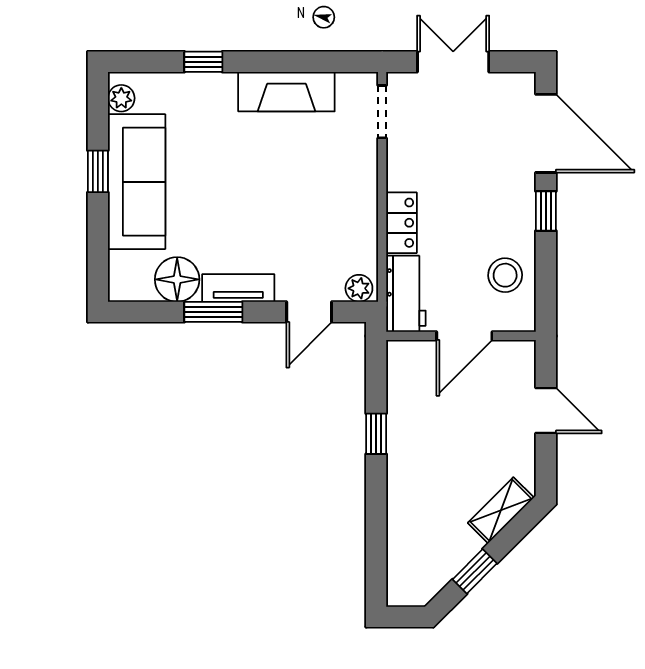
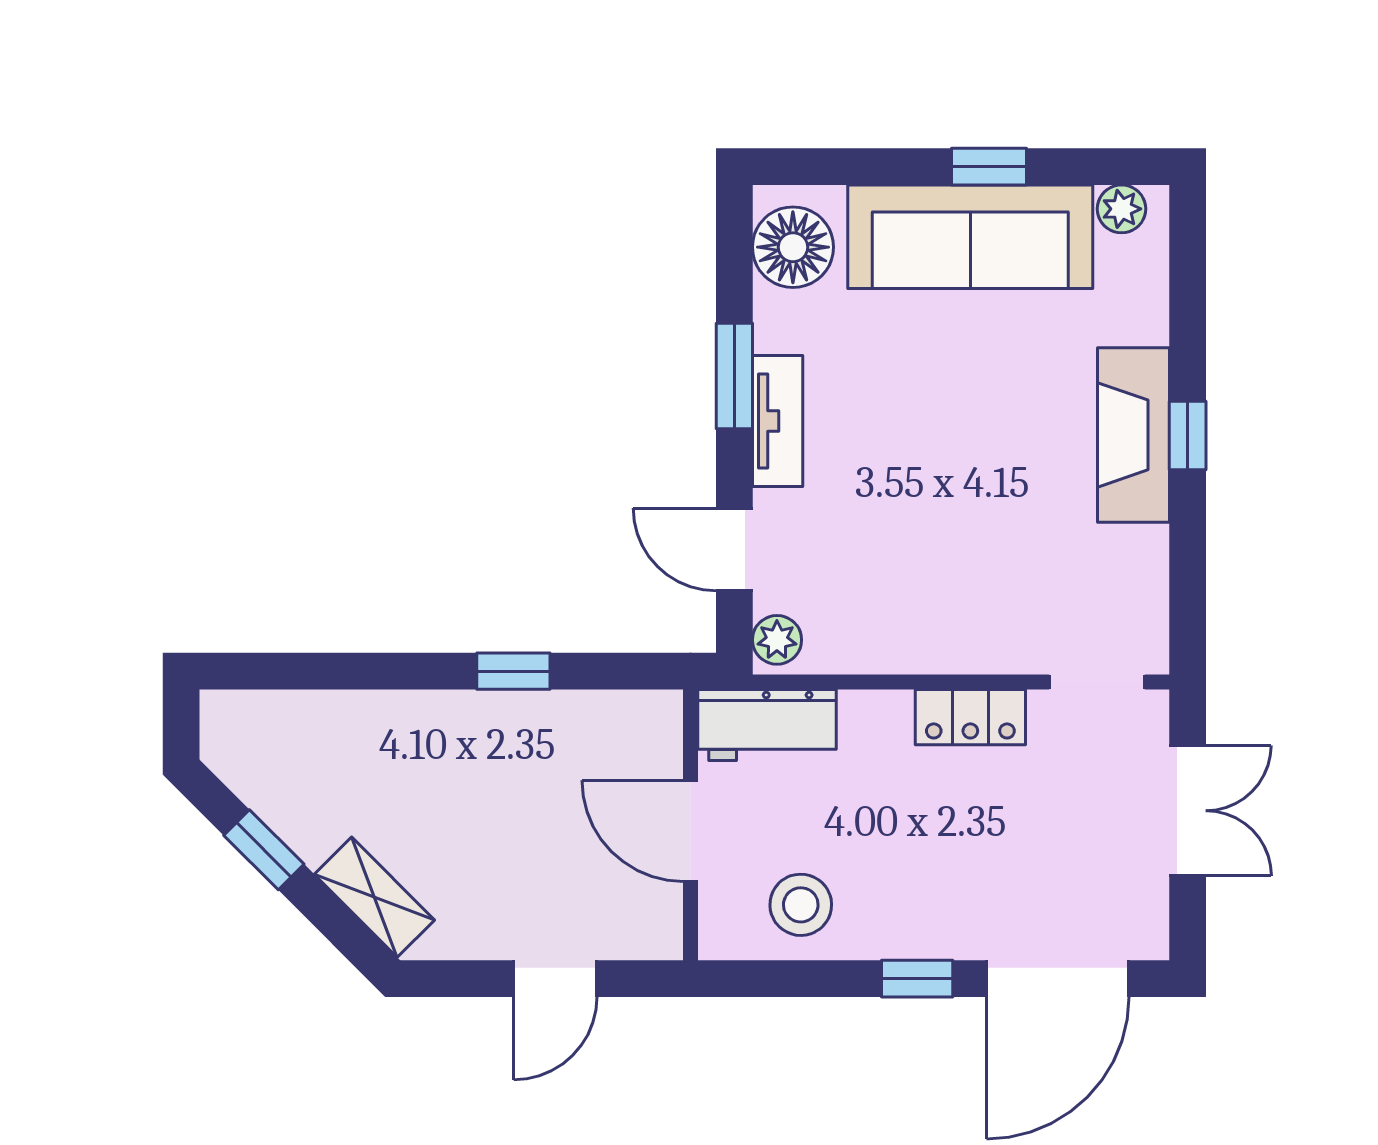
window: (203, 62) -> (1188, 435), moved
fireplace: (286, 92) -> (1134, 435), moved
locker: (402, 223) -> (970, 717), moved
floor lamp: (177, 279) -> (793, 247), moved

